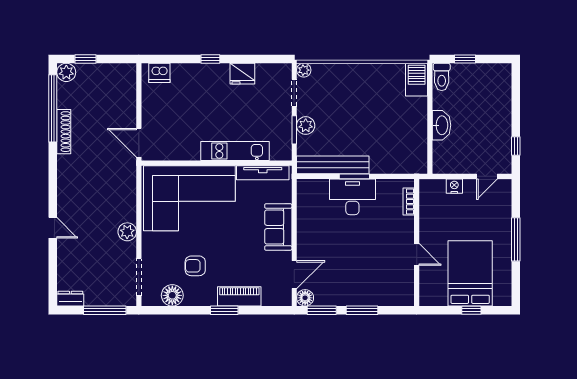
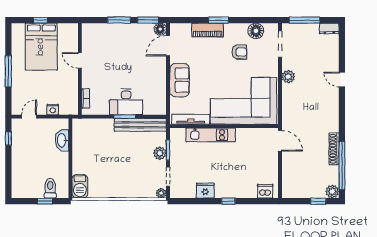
toilet: (442, 77) -> (50, 188), moved
washbasin: (441, 125) -> (62, 140), moved

